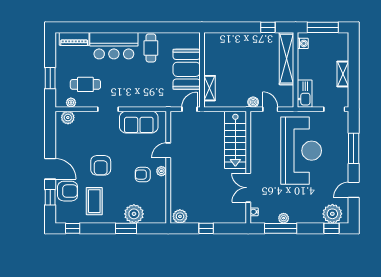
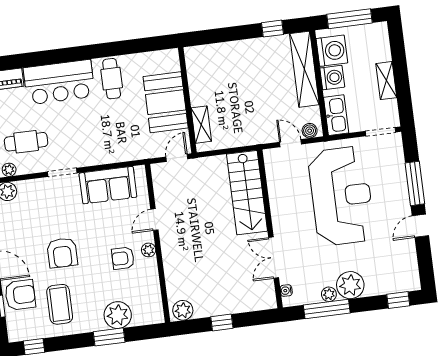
washing machine: (303, 43) -> (332, 51), width x1.89, depth x1.89
washing machine: (305, 67) -> (332, 78), added
boiler: (253, 102) -> (310, 131), moved
door: (354, 190) -> (420, 226), moved
plant: (332, 214) -> (350, 285), moved

